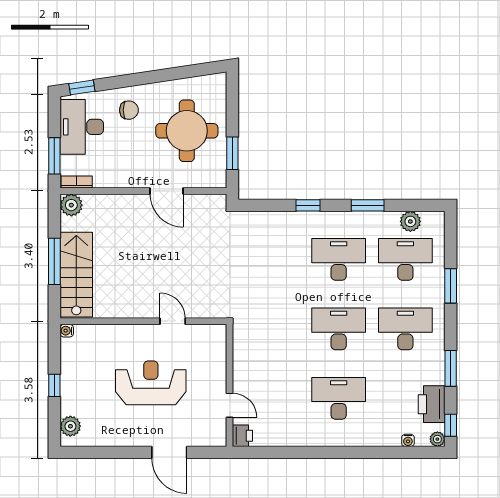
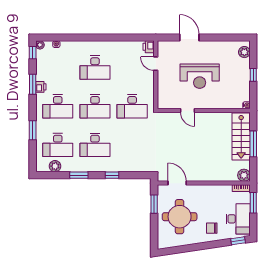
door: (167, 191) -> (177, 183), moved
desk: (272, 329) -> (132, 106), added
printer: (432, 404) -> (41, 87), moved, width x0.53, depth x0.68

